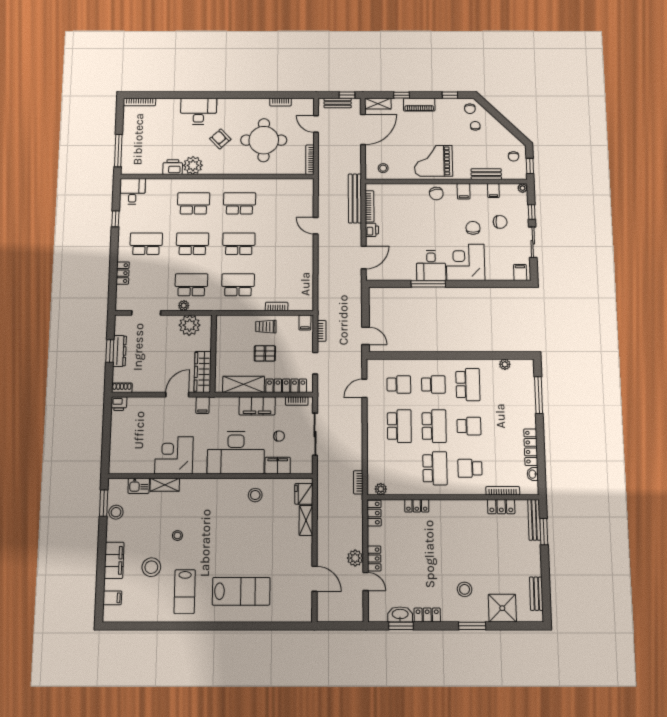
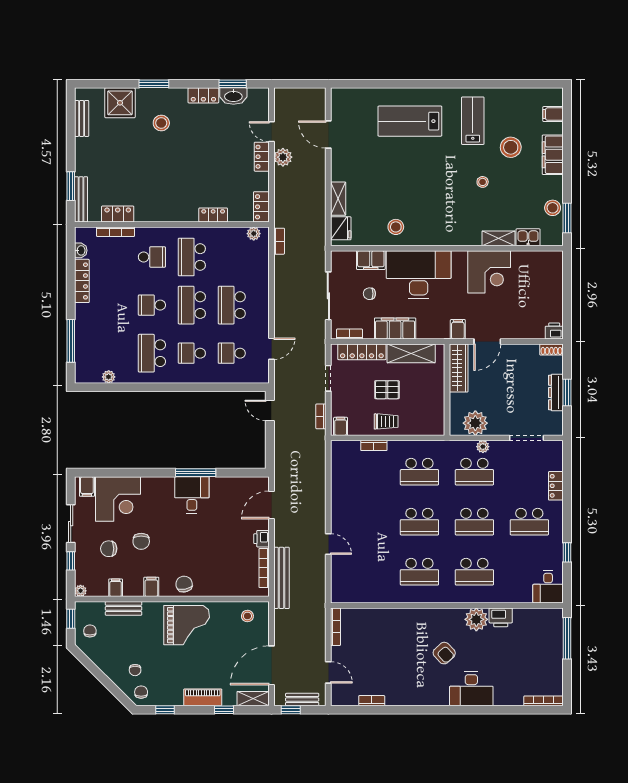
round table: (264, 140) -> (392, 652), removed
corner desk: (465, 262) -> (118, 499), moved

